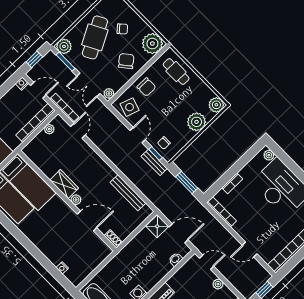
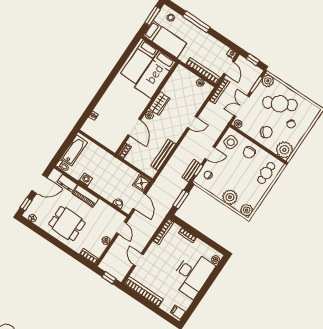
door: (78, 131) -> (192, 123), moved

